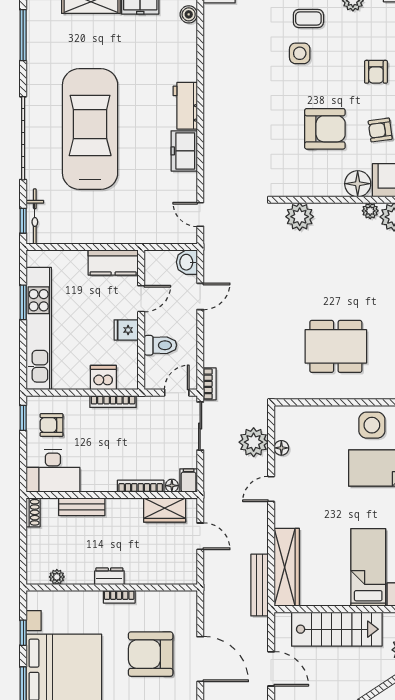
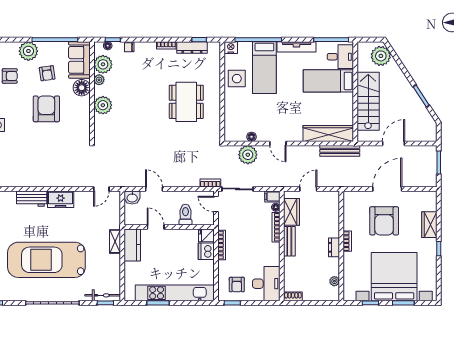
plant: (300, 217) -> (103, 105), moved
shelving: (119, 236) -> (115, 241), added
fridge: (126, 330) -> (206, 235), moved, turned 90
bench: (82, 507) -> (289, 241), moved

